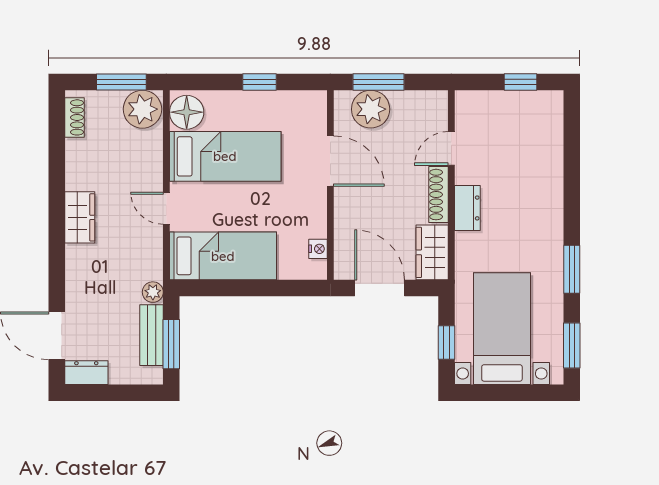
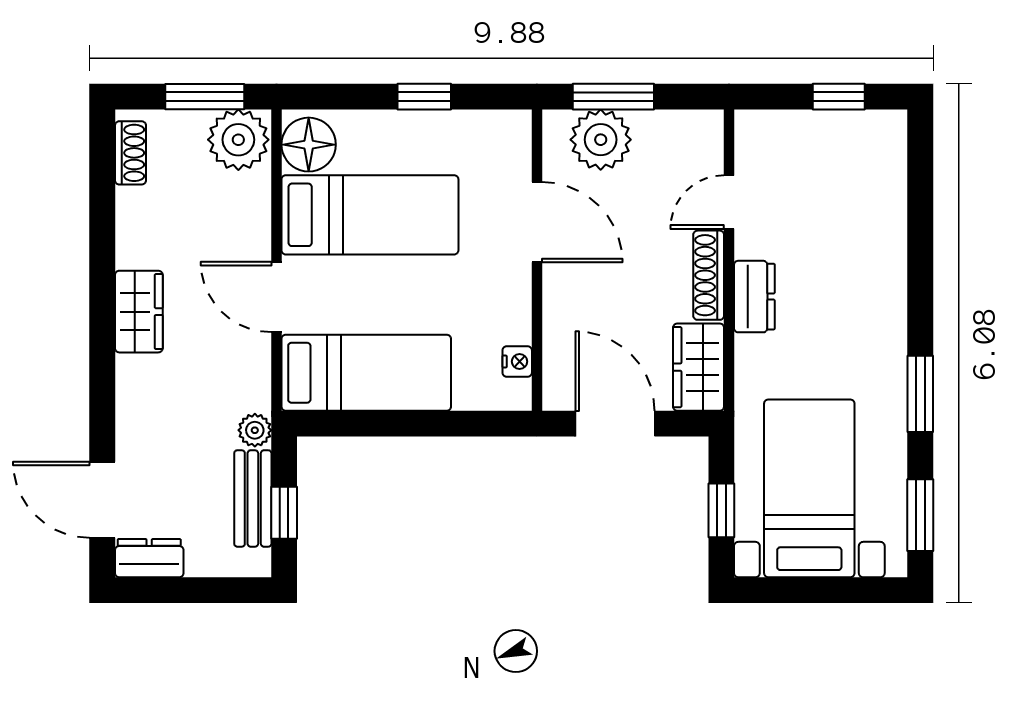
door: (166, 208) -> (276, 297), width x1.38
window: (171, 344) -> (284, 513), width x0.67

